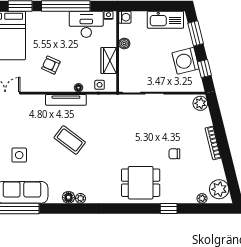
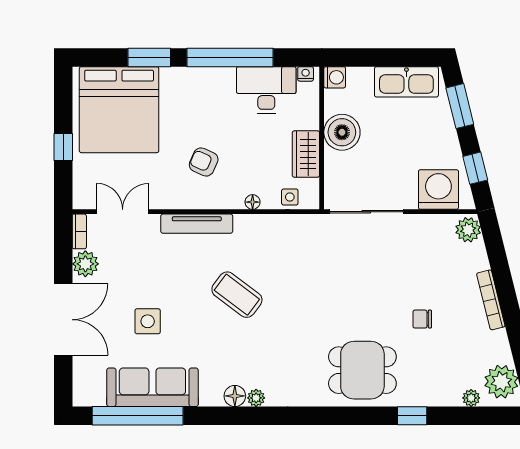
boiler: (124, 44) -> (342, 132), width x1.86, depth x1.86
washing machine: (186, 61) -> (438, 190), moved, turned 104
tv unit: (66, 100) -> (197, 224), moved

